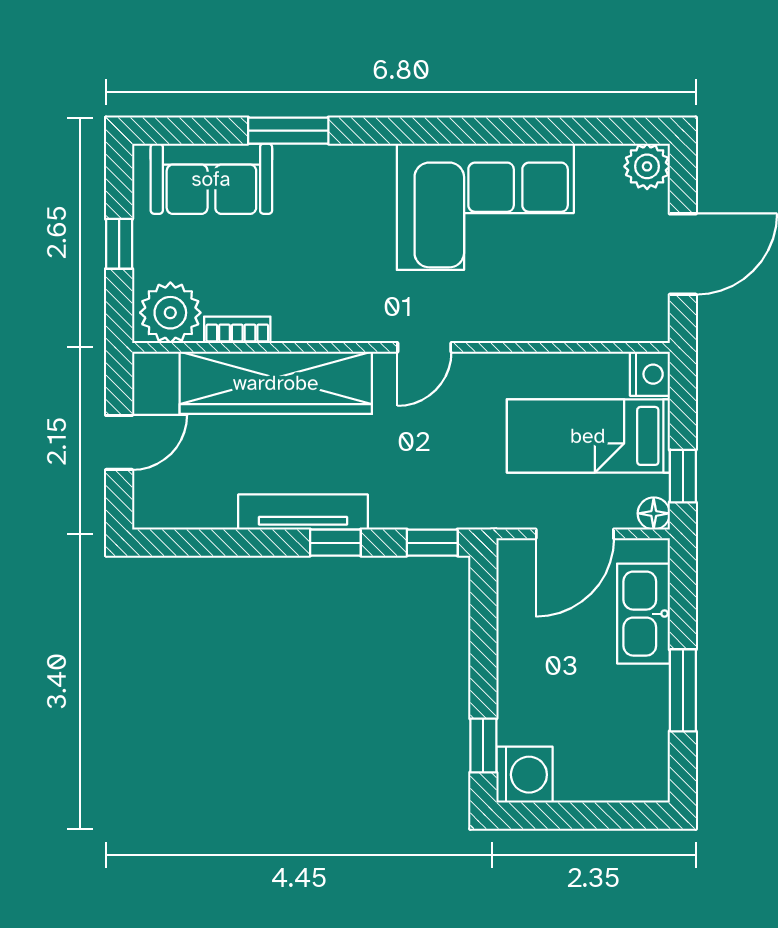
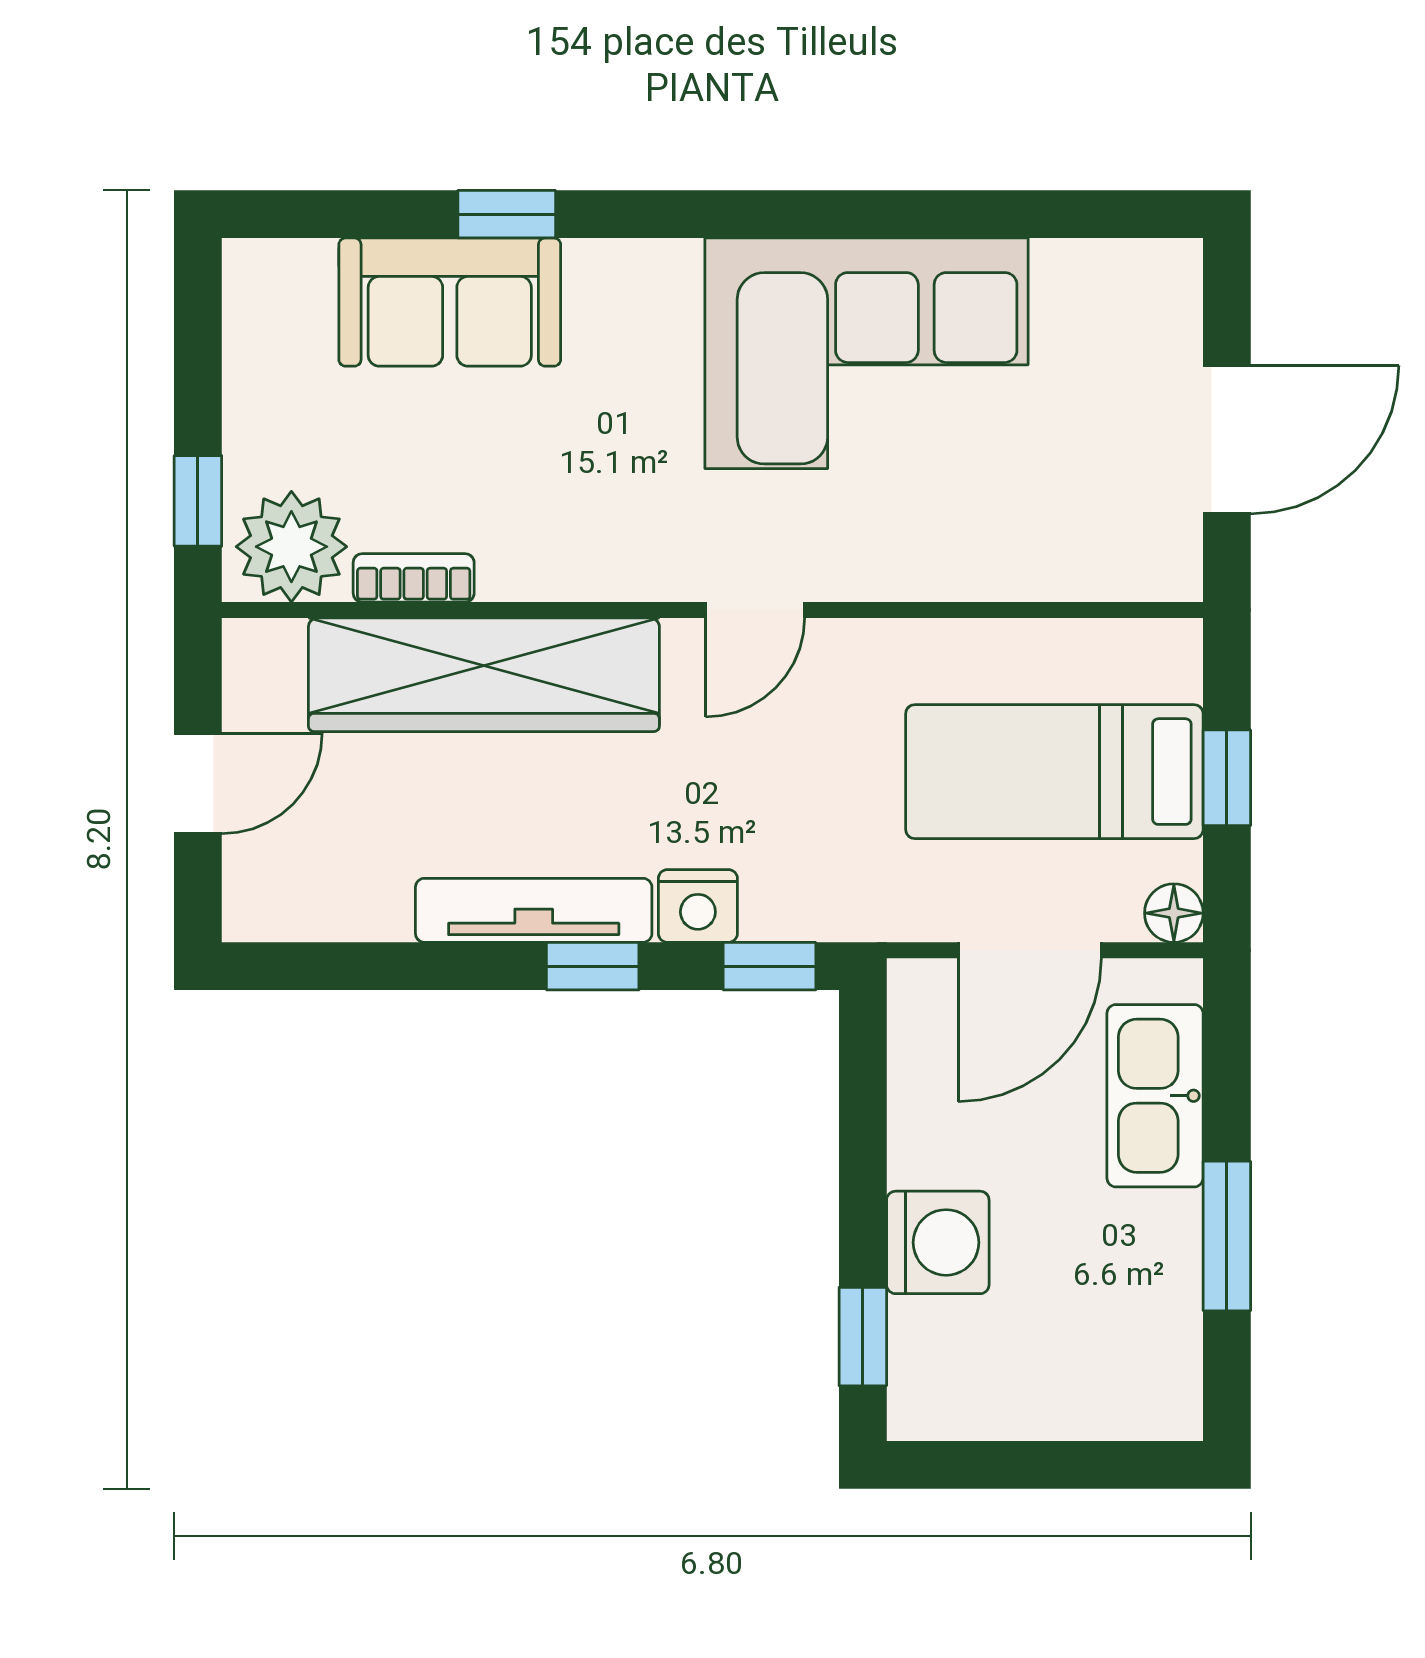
window: (288, 131) -> (507, 214), width x0.67
plant: (647, 166) -> (1162, 280), removed
sofa: (211, 179) -> (450, 302), moved
window: (119, 244) -> (198, 501), moved
nightstand: (650, 374) -> (698, 906), moved, turned 90
window: (683, 476) -> (1227, 778), moved
washing machine: (524, 775) -> (938, 1242), moved

